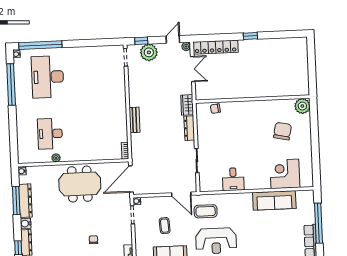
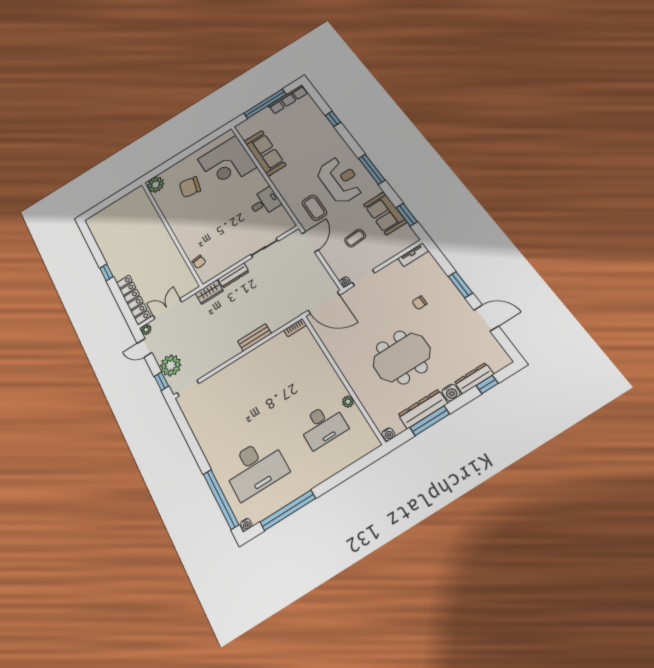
corner desk: (285, 174) -> (227, 163), width x1.36, depth x1.36
meeting table: (80, 184) -> (402, 357), moved, turned 90

